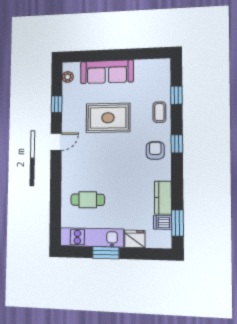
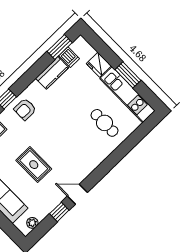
rug: (108, 118) -> (34, 165), width x0.73, depth x0.70
door: (56, 142) -> (77, 194), moved

